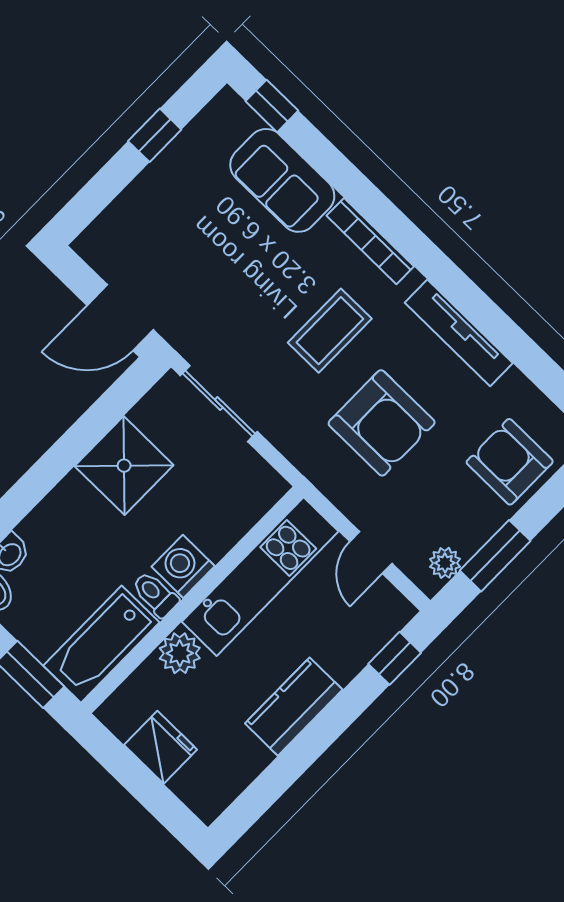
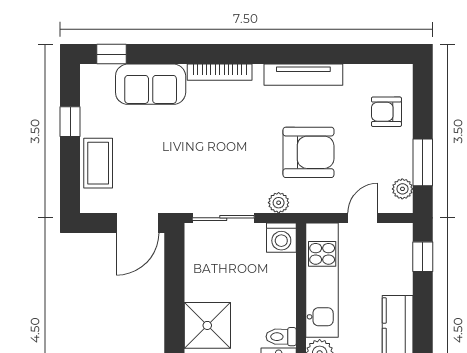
coffee table: (330, 331) -> (98, 163), moved
plant: (295, 446) -> (279, 203), added
armchair: (510, 462) -> (386, 112), width x0.72, depth x0.72
shower: (124, 466) -> (207, 325), moved
door: (371, 552) -> (363, 218), swing flipped
washing machine: (183, 566) -> (281, 238), moved, turned -90

